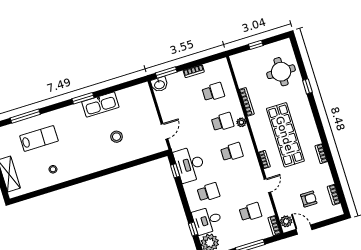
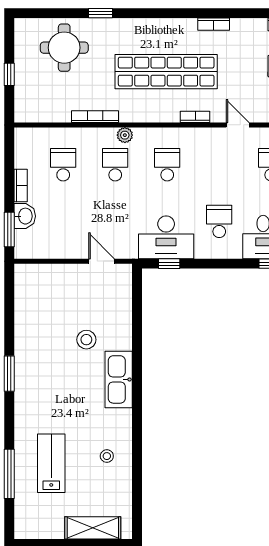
washbasin: (159, 84) -> (25, 216), moved
kitchen sink: (100, 104) -> (119, 379), moved, turned 180

